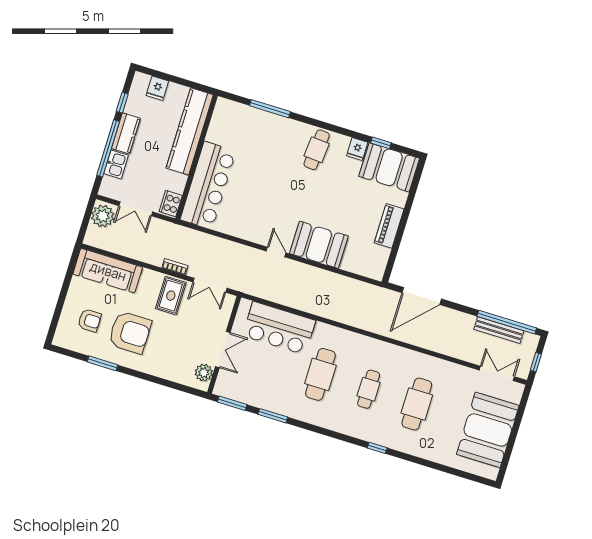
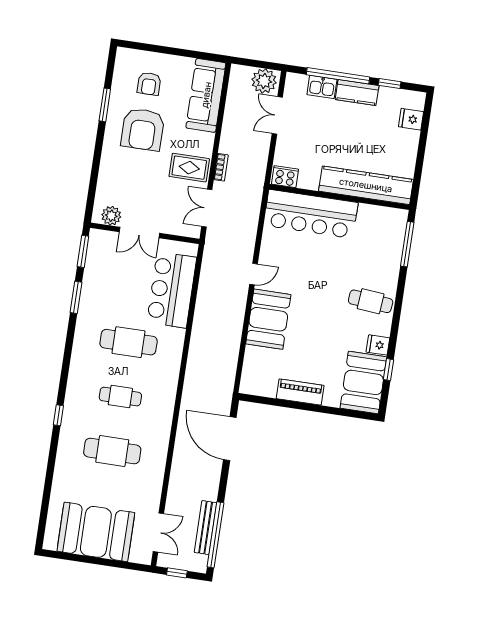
kitchen counter: (190, 131) -> (366, 185), moved
wall: (197, 157) -> (339, 197), moved
bar counter: (208, 185) -> (311, 214), moved
cooker: (171, 204) -> (285, 177), moved

